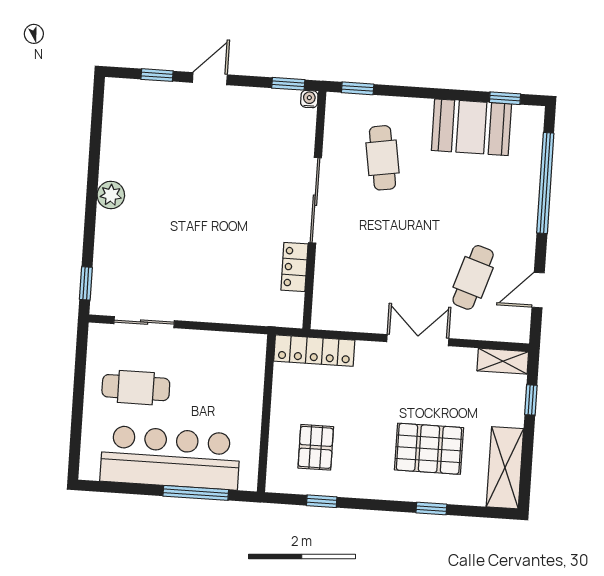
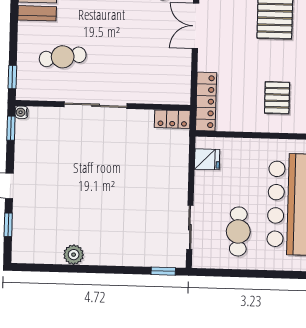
plant: (111, 195) -> (74, 255), moved
locker: (294, 267) -> (172, 119), moved
fridge: (236, 349) -> (207, 159), added
pallet: (316, 447) -> (277, 98), turned 90

